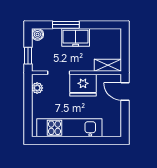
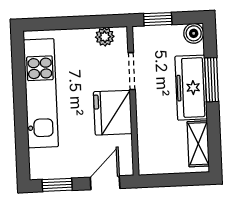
freezer: (76, 37) -> (191, 88), width x1.40
shelving: (108, 65) -> (198, 144), moved
window: (125, 120) -> (57, 185), added

